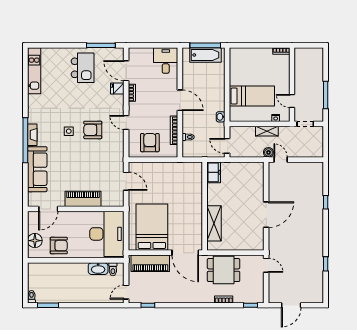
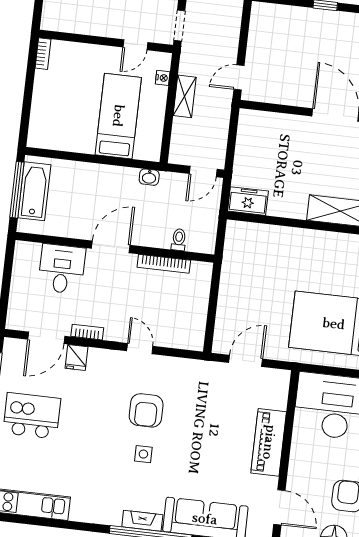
desk: (166, 61) -> (62, 269), moved, turned 90
door: (126, 123) -> (140, 349), swing flipped
armchair: (150, 143) -> (181, 310), removed
boiler: (268, 152) -> (223, 98), removed

